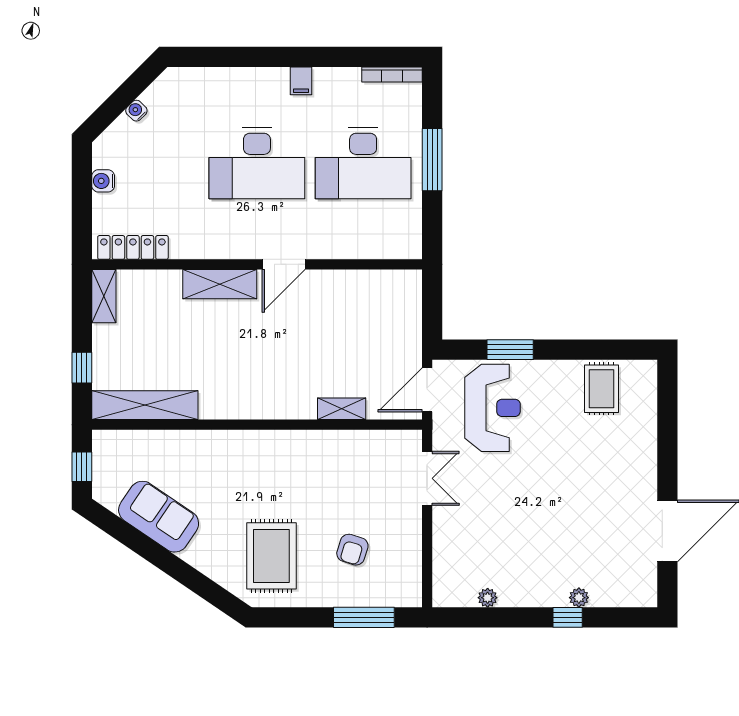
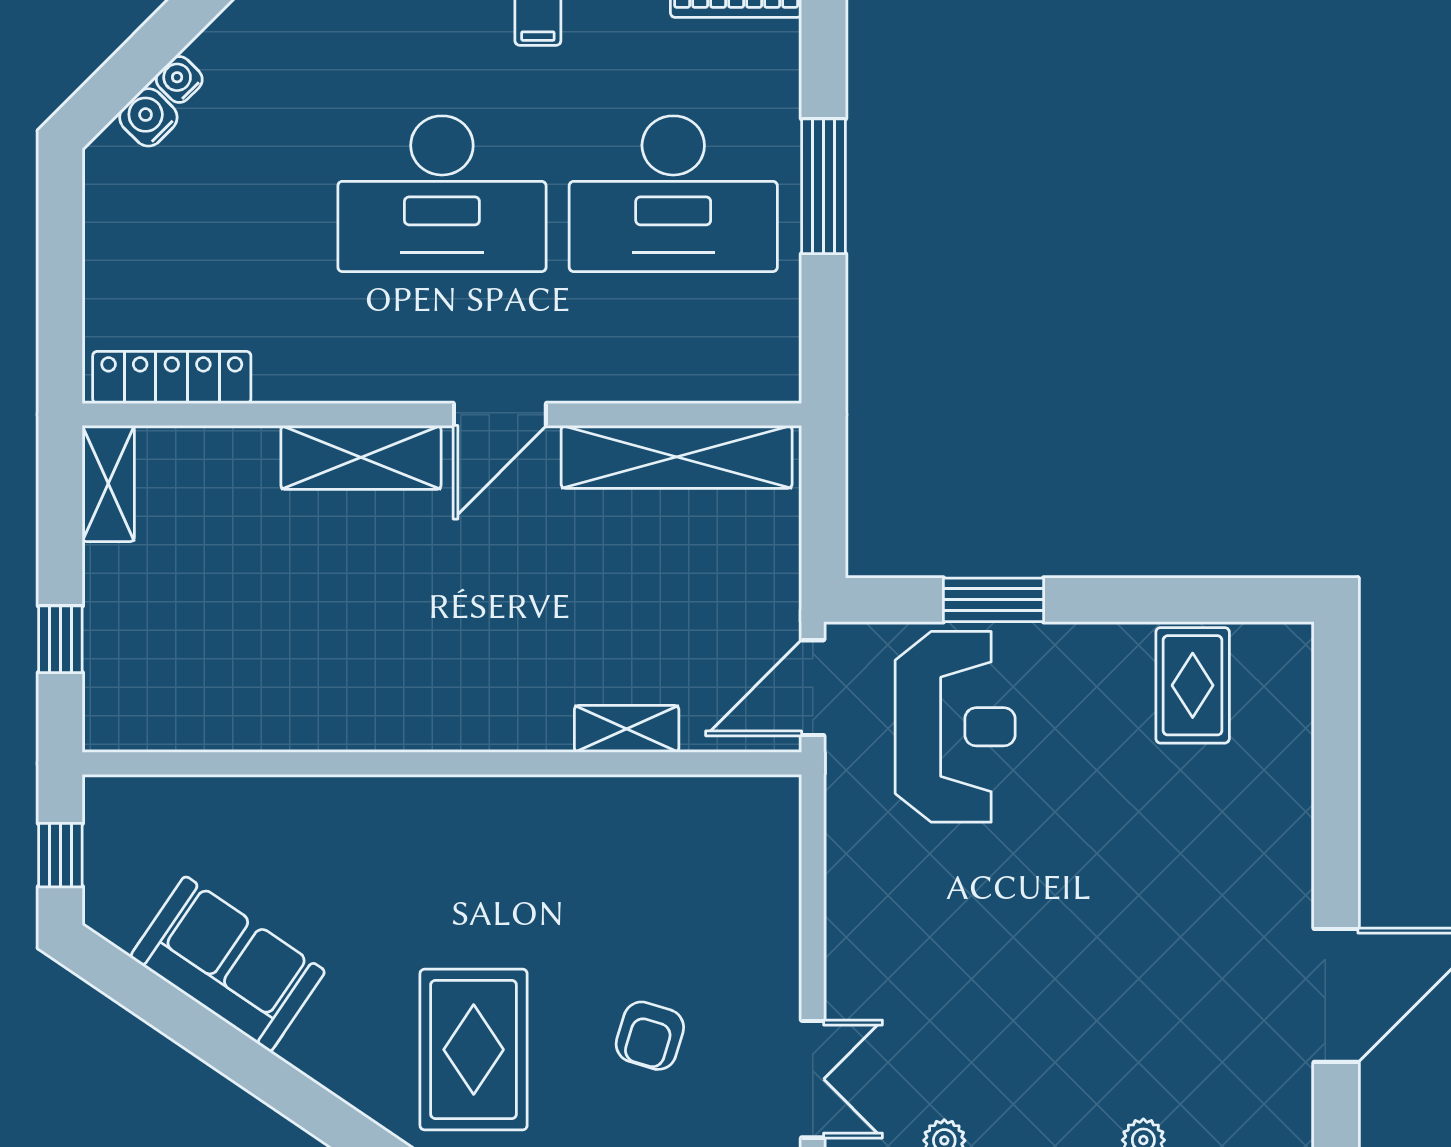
water cooler: (103, 181) -> (148, 117), moved, turned 45
shelving: (145, 405) -> (677, 457), moved
double door: (427, 478) -> (813, 1079), moved

